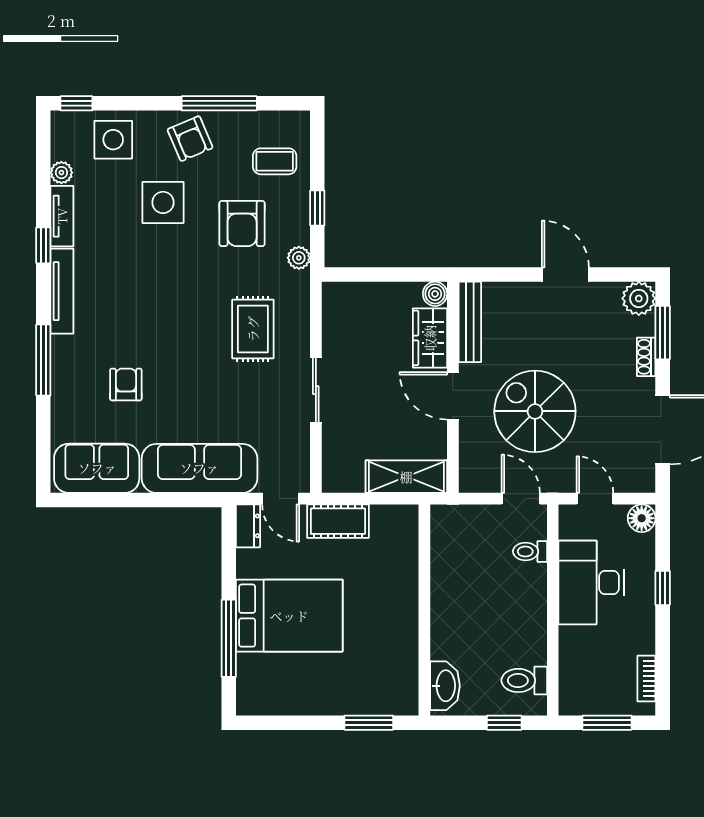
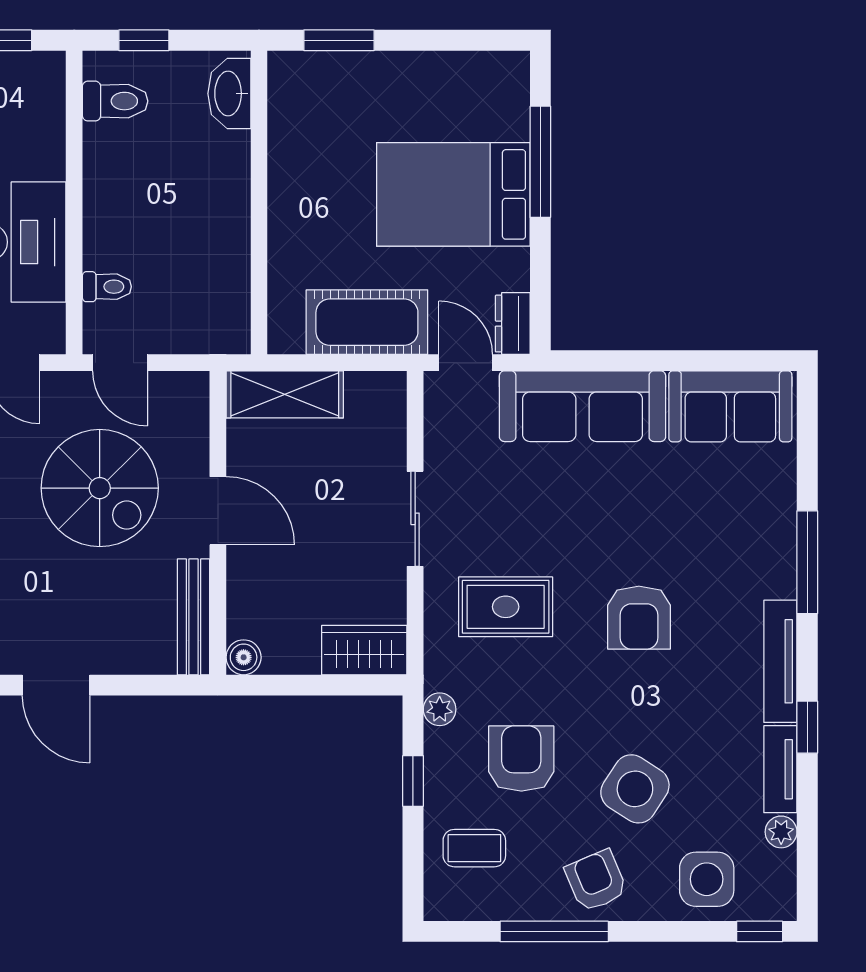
side table: (163, 202) -> (635, 789), turned 33
rug: (253, 329) -> (506, 607), turned 90
wardrobe: (430, 338) -> (364, 650), moved, turned -90
armchair: (126, 384) -> (639, 618), moved, width x1.38, depth x1.38
cot: (338, 521) -> (367, 322), width x1.37, depth x1.34

